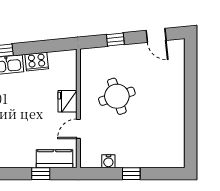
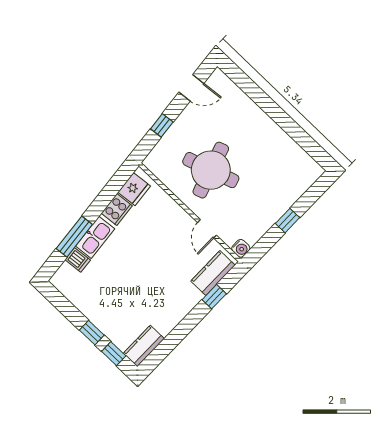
round table: (117, 96) -> (211, 170), width x1.36, depth x1.36
fridge: (68, 101) -> (134, 189), moved, turned -96
water cooler: (108, 161) -> (241, 248), moved

